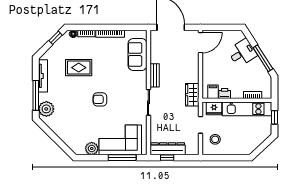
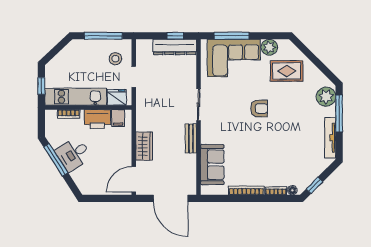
desk: (242, 53) -> (73, 154), moved
rug: (79, 68) -> (287, 71), moved
printer: (225, 93) -> (97, 119), width x1.87, depth x1.48
wardrobe: (192, 95) -> (144, 146), moved
window: (225, 158) -> (103, 36), added

